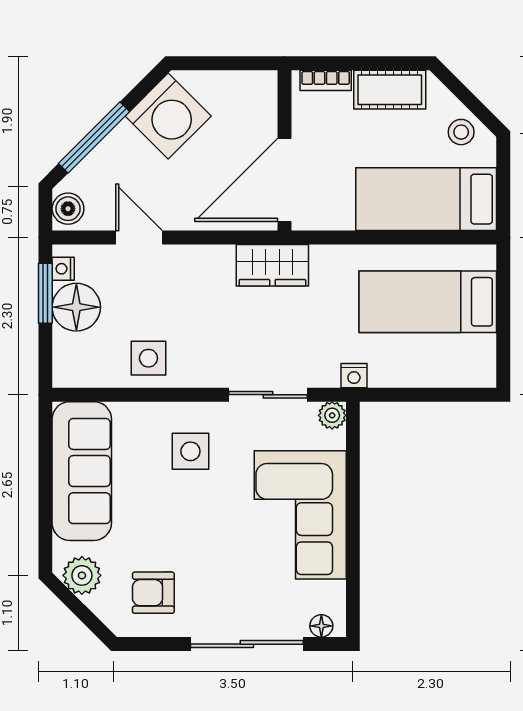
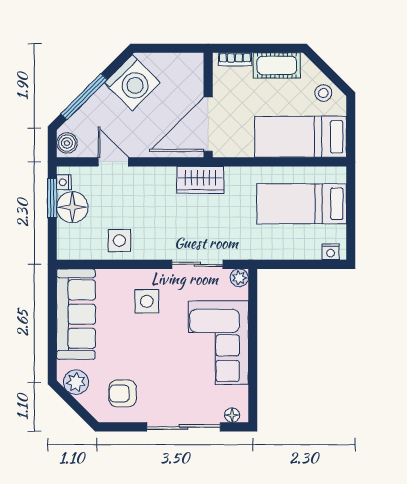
nightstand: (354, 376) -> (331, 252), moved

